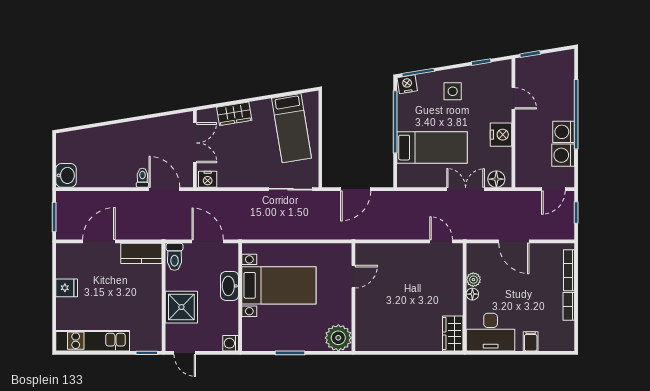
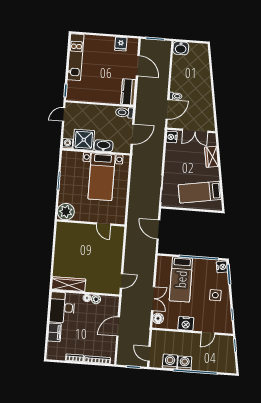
fridge: (67, 288) -> (121, 44), moved
shower: (181, 307) -> (84, 140), moved
wardrobe: (453, 334) -> (69, 284), width x1.50
filing cabinet: (531, 341) -> (55, 332), width x2.00

